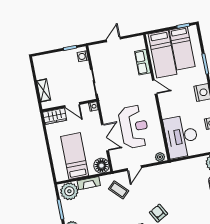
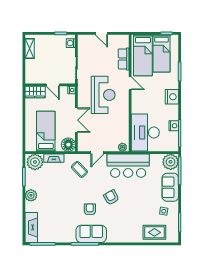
door: (113, 39) -> (101, 33), swing flipped
shelving: (44, 90) -> (30, 49), moved
reception desk: (134, 127) -> (103, 95), moved
bar counter: (170, 176) -> (128, 166), added

